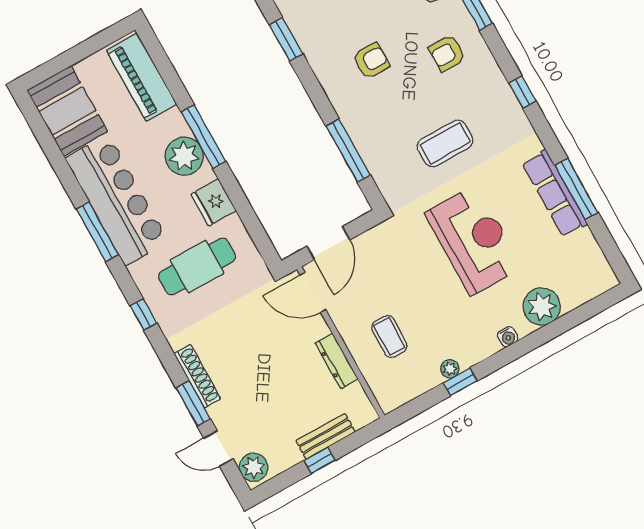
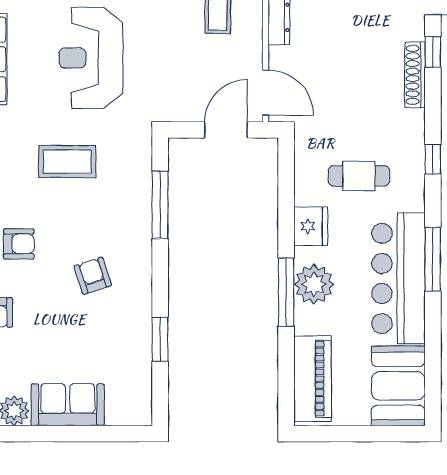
armchair: (371, 61) -> (93, 276), turned 72
cafe table: (197, 267) -> (359, 176), width x0.73, depth x0.74
window: (193, 403) -> (433, 52), width x0.67

